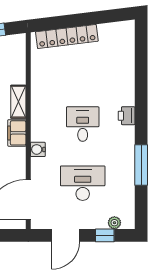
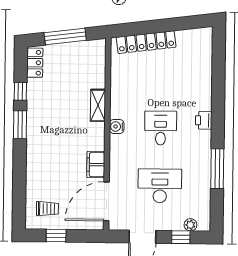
filing cabinet: (17, 133) -> (96, 165), moved
water cooler: (38, 149) -> (117, 127), moved

